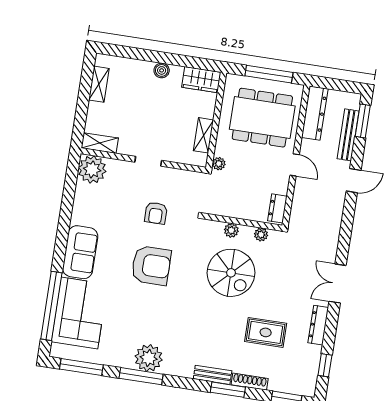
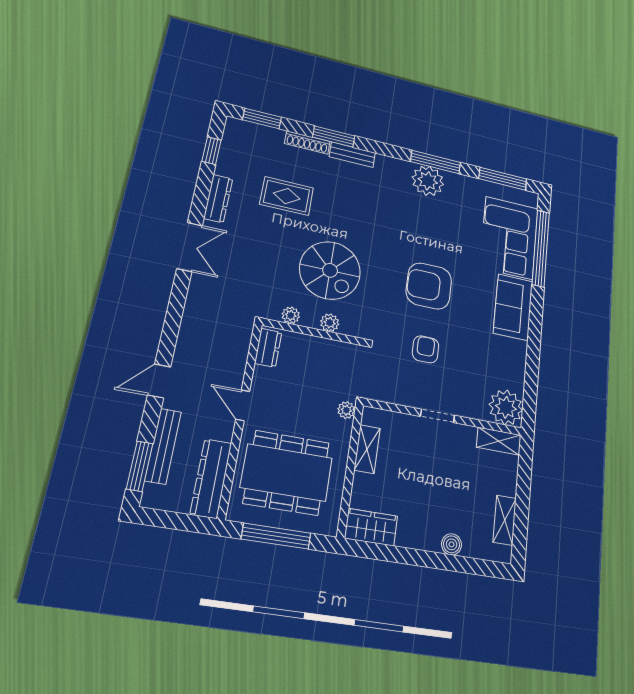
boiler: (162, 70) -> (452, 544), moved
spiral stairs: (231, 273) -> (330, 270), turned 180

